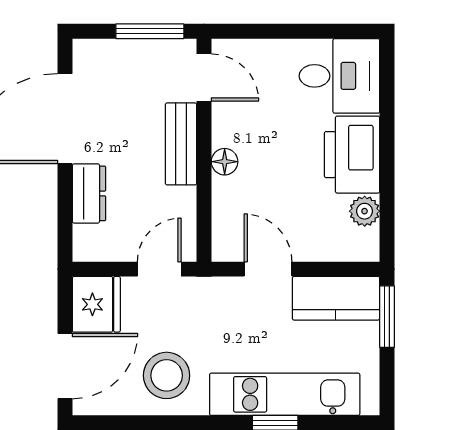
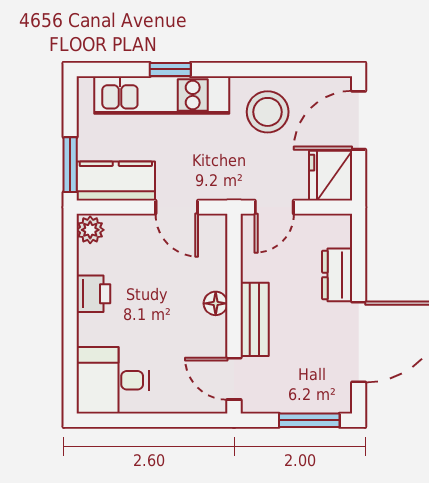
window: (150, 31) -> (309, 420), moved
printer: (352, 155) -> (93, 294), width x0.53, depth x0.68
plant: (365, 211) -> (90, 230), moved

